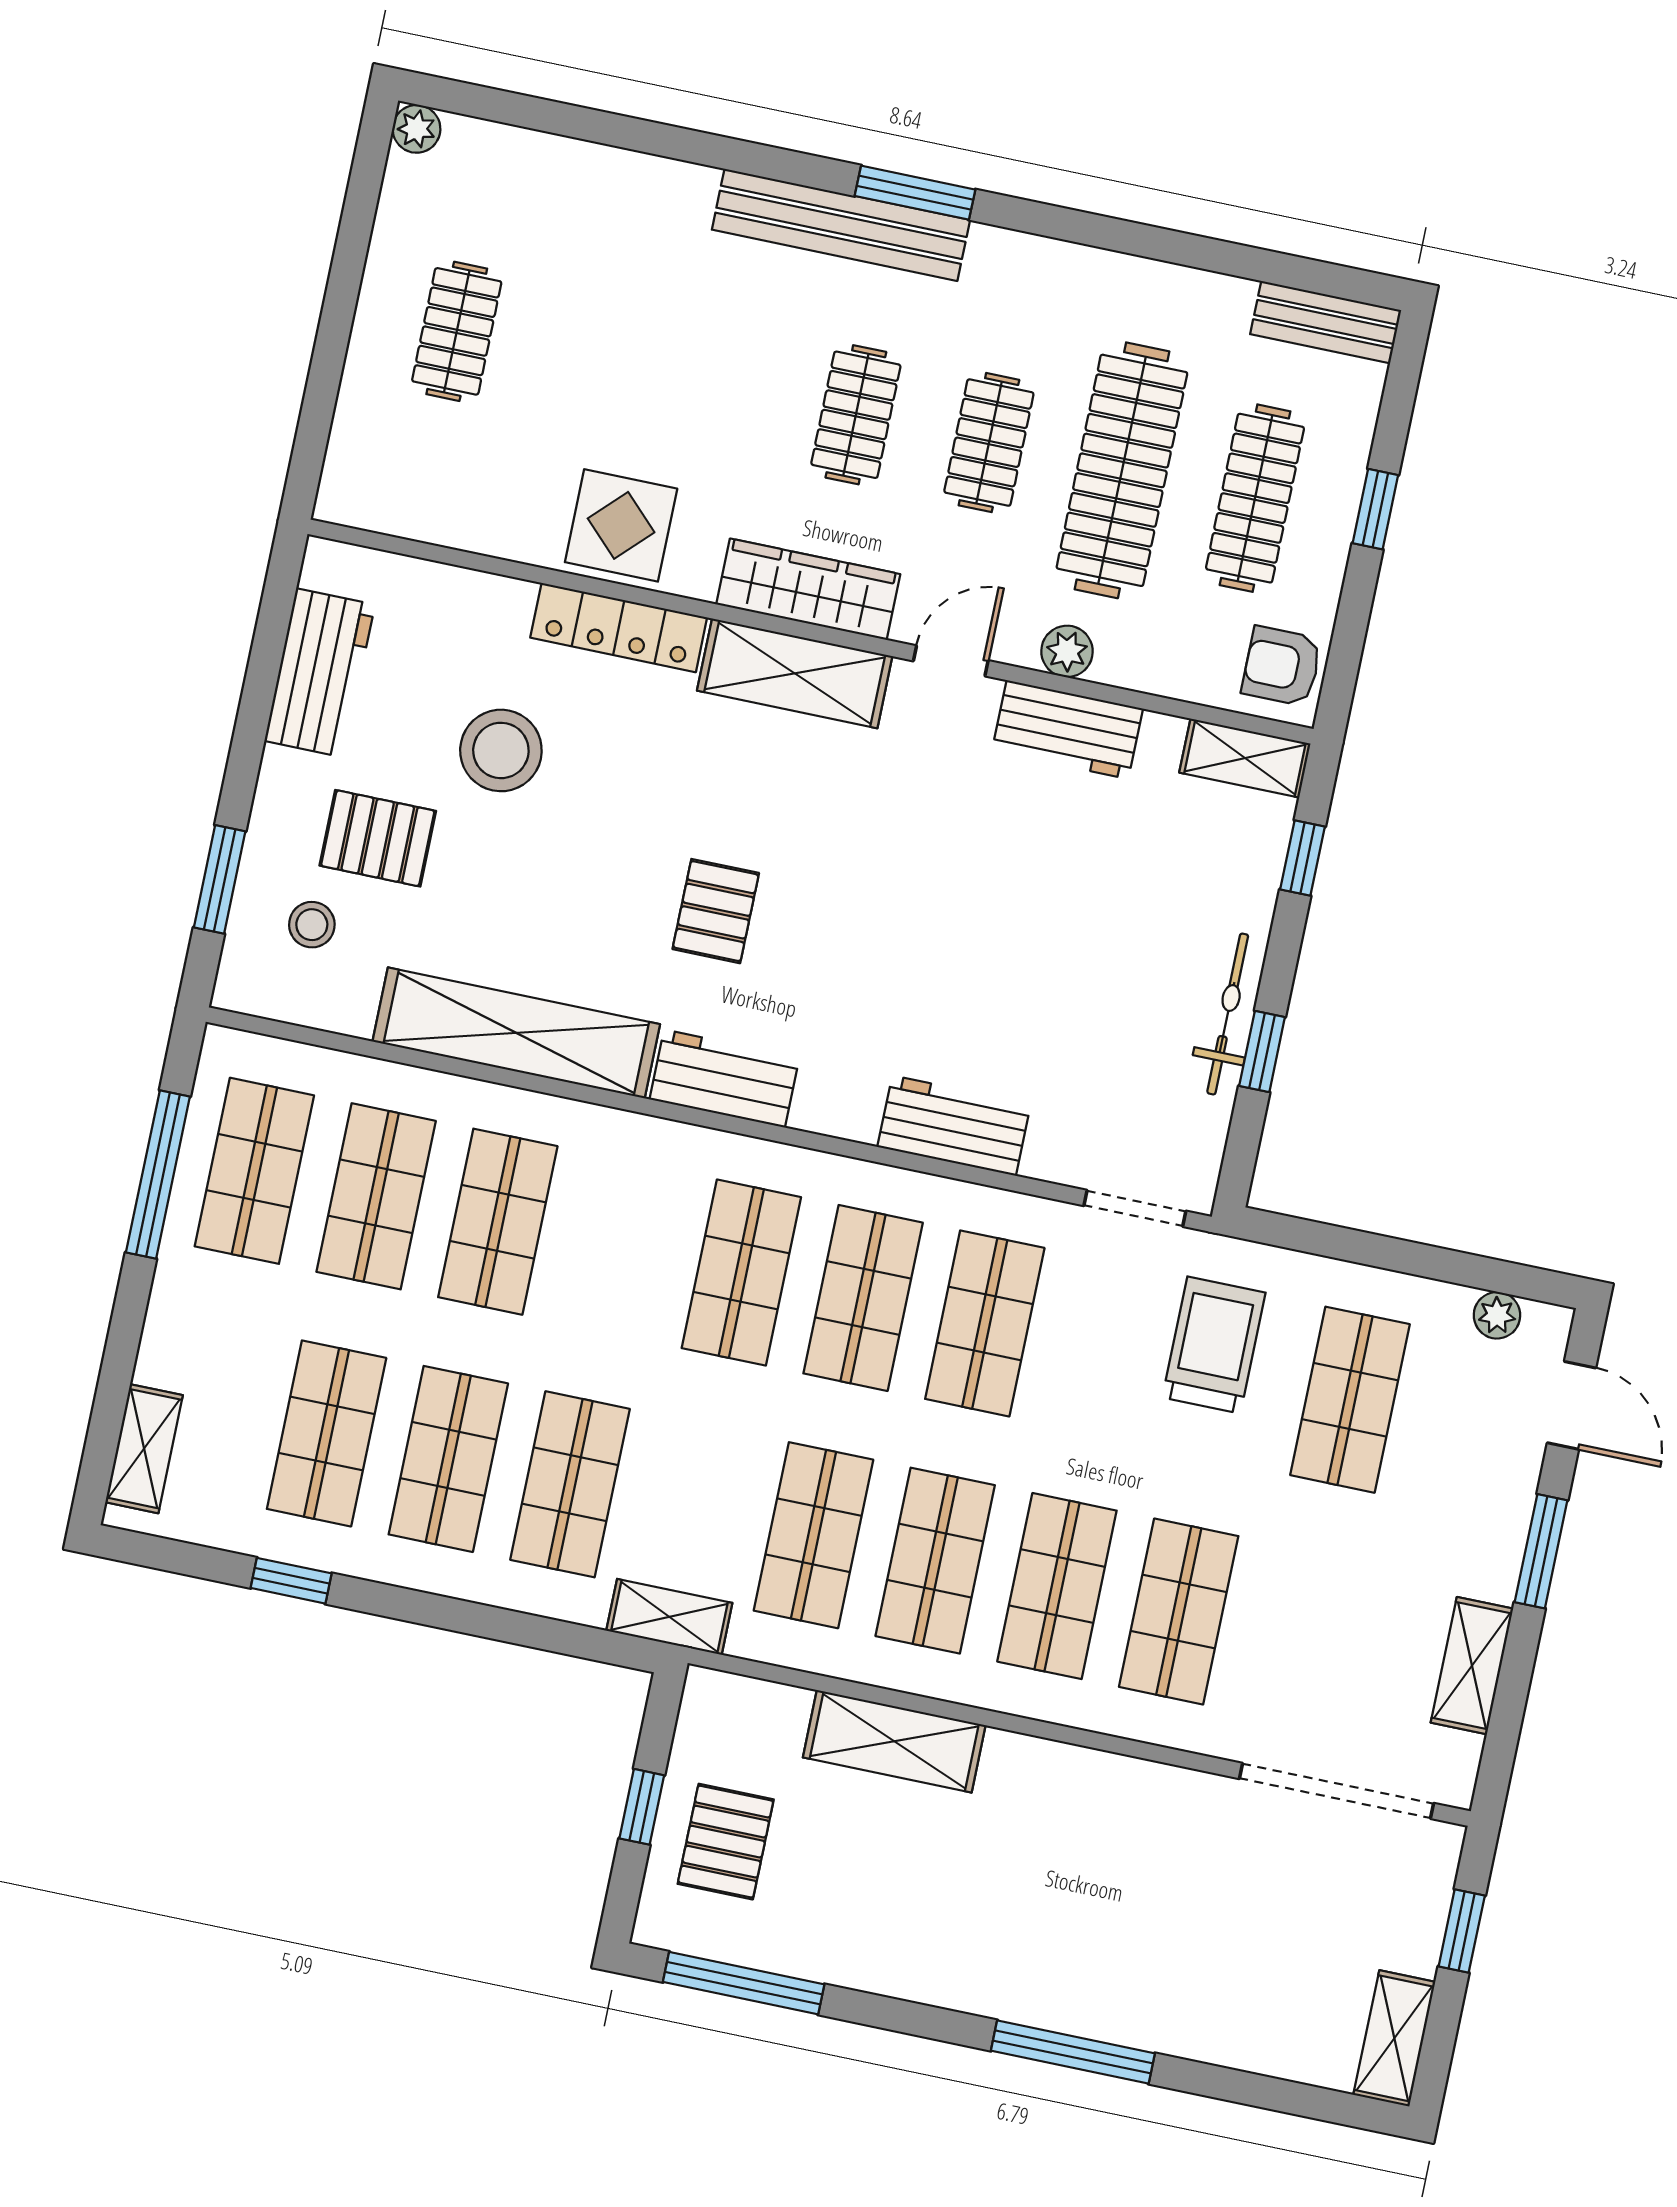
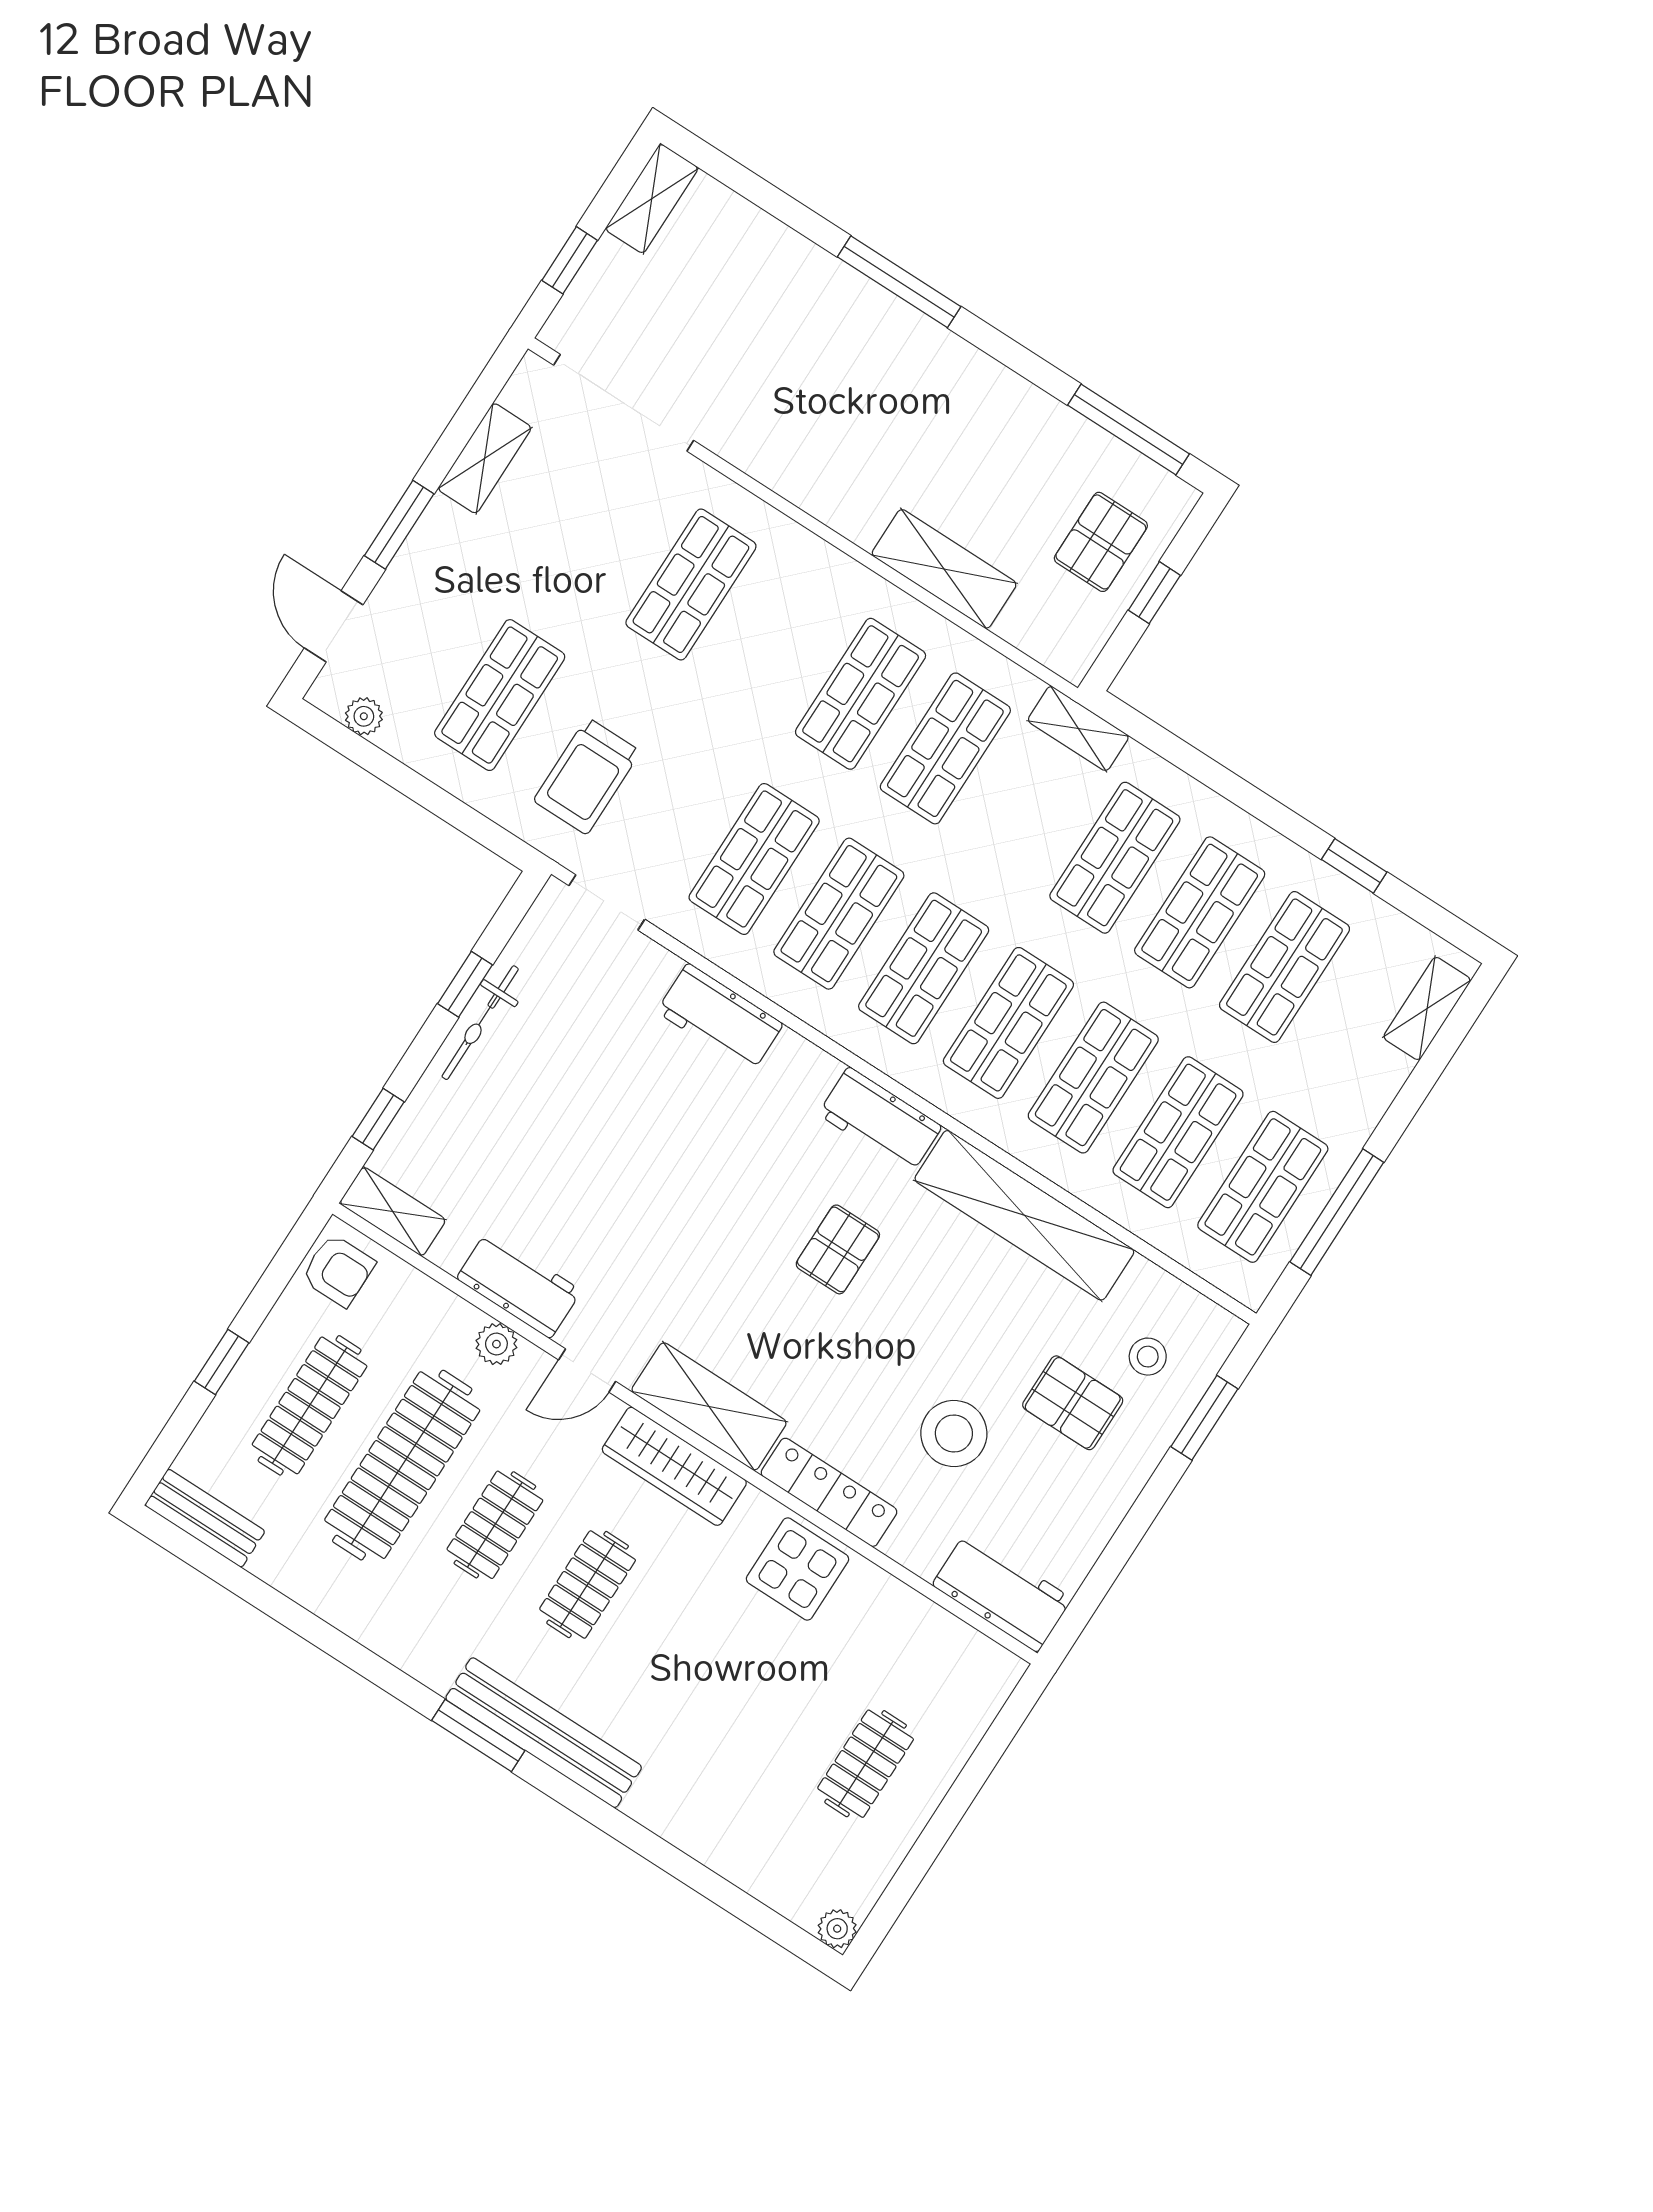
workbench: (320, 673) -> (1002, 1592), moved, turned 90
shop shelf: (1057, 1586) -> (1008, 1023), moved

